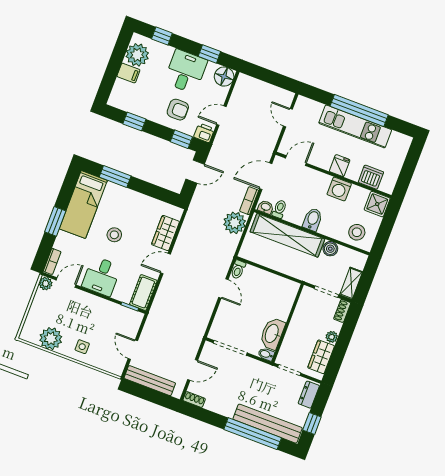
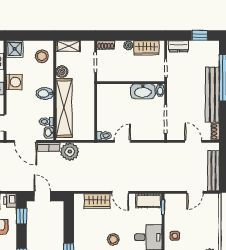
shelving: (351, 283) -> (68, 46), moved
side table: (82, 347) -> (175, 236), moved
bench: (268, 424) -> (212, 95), moved

